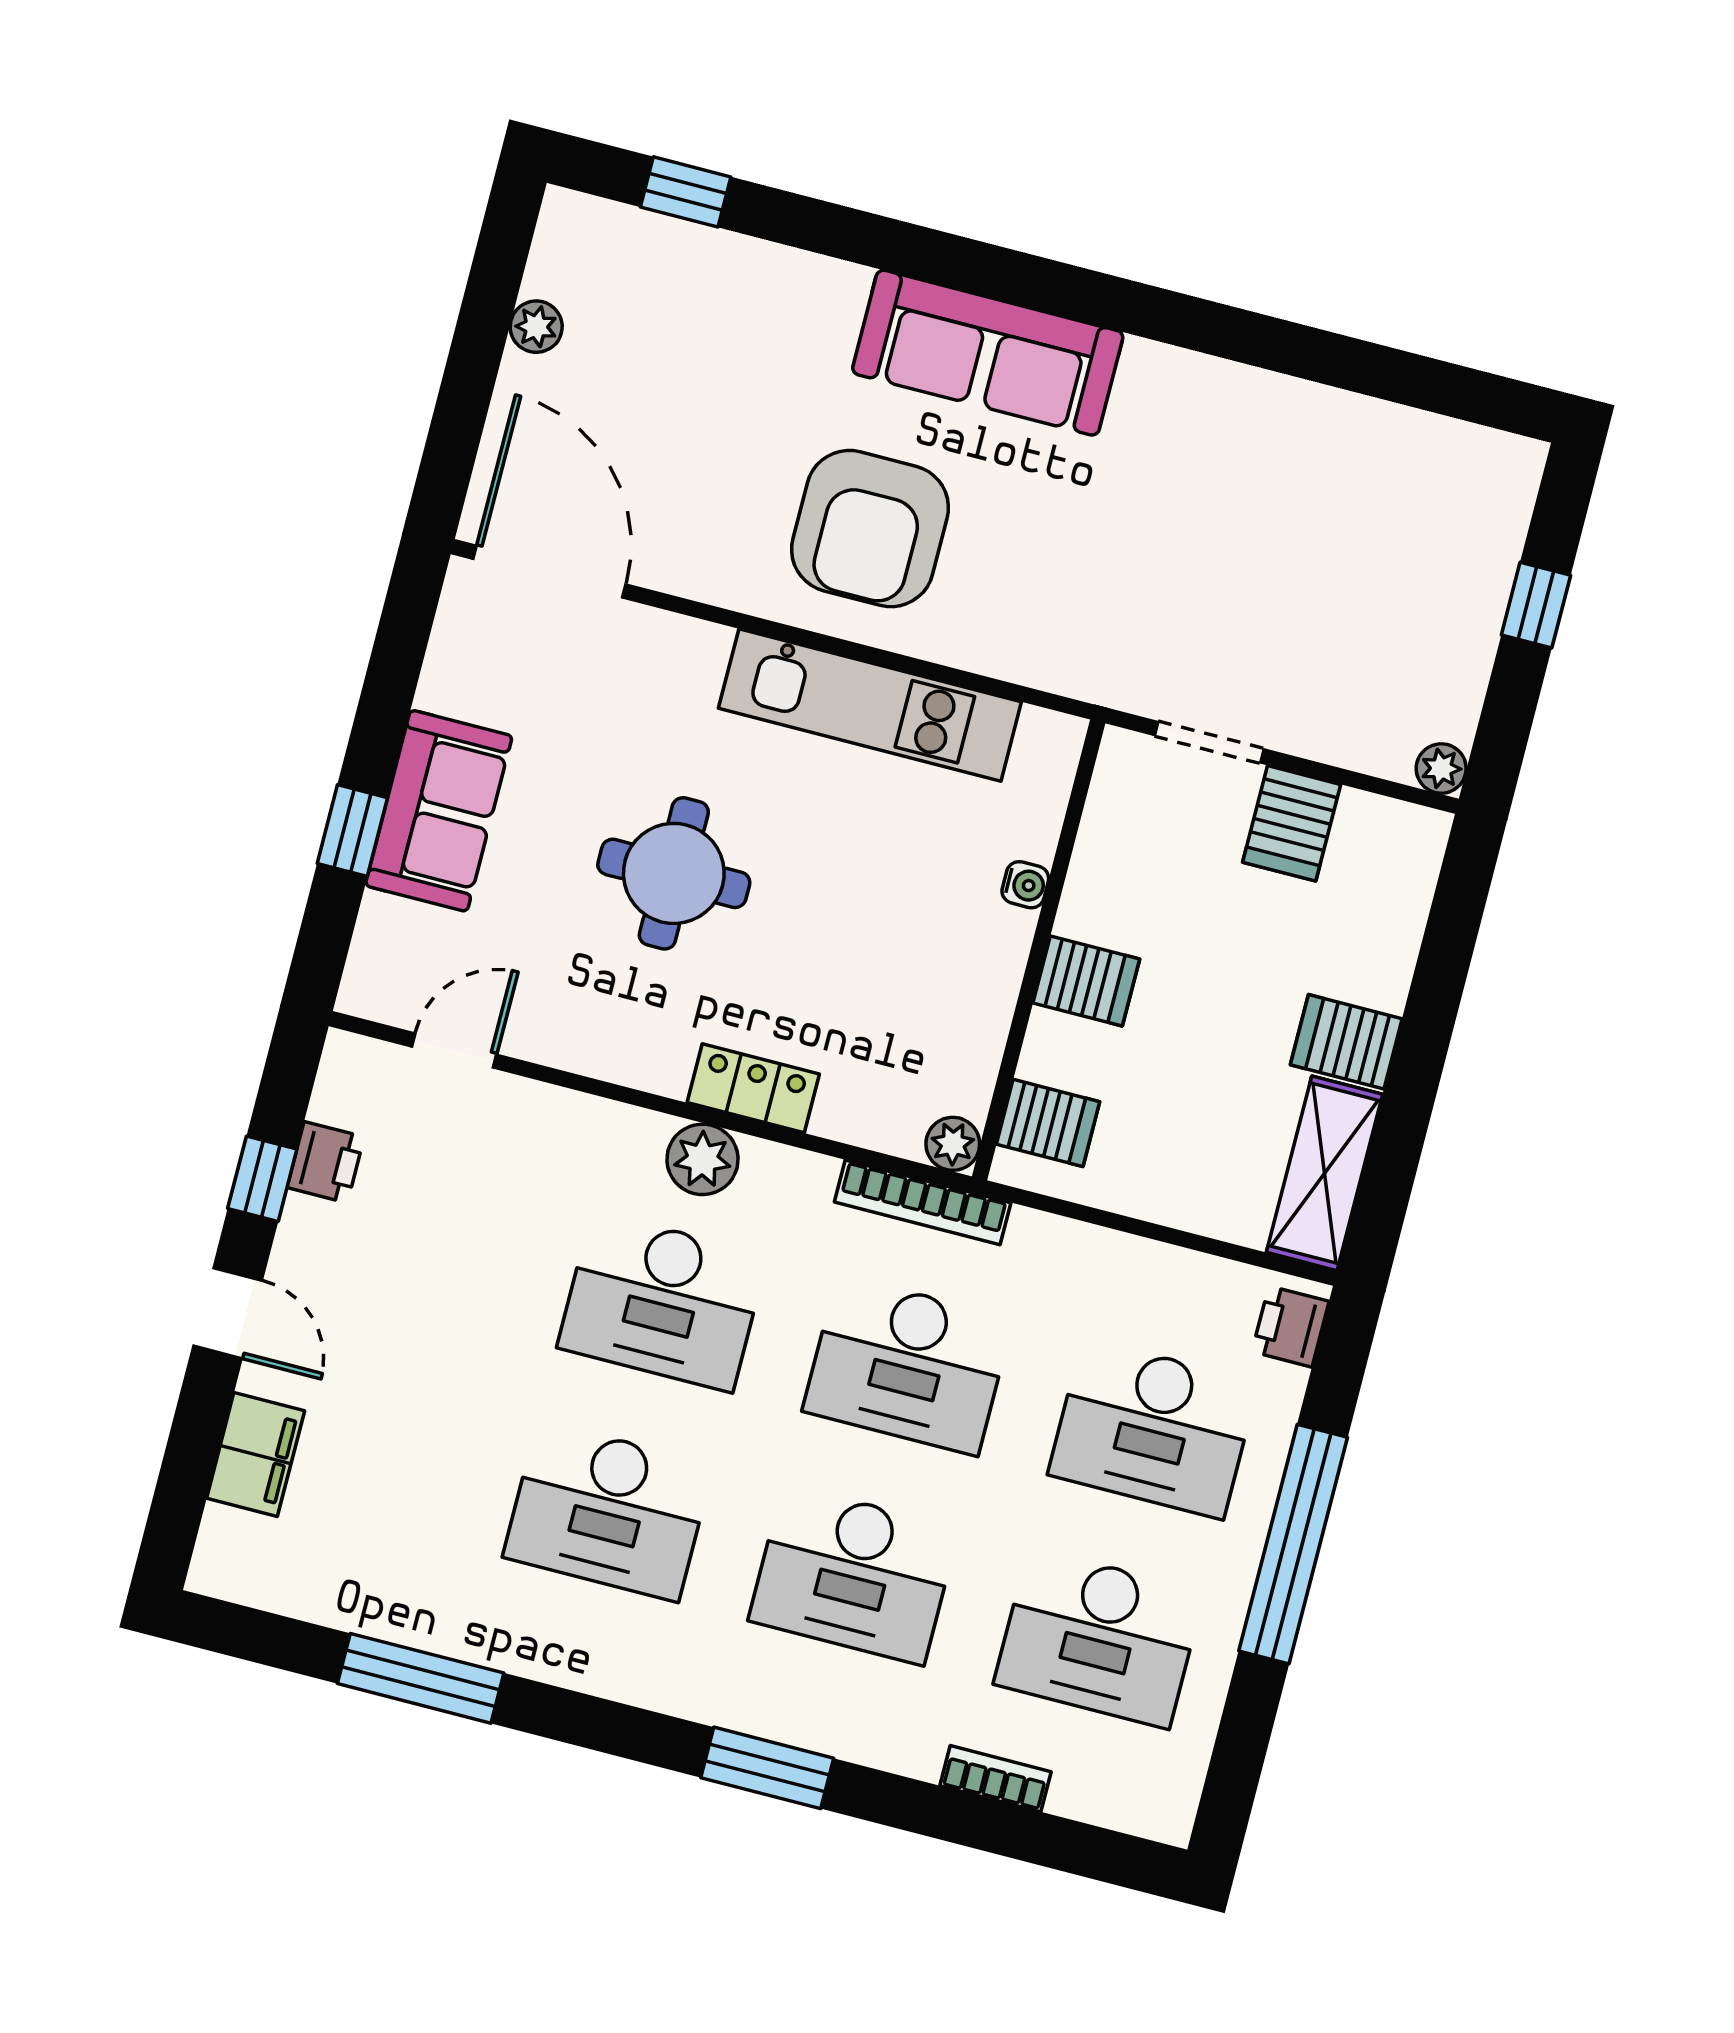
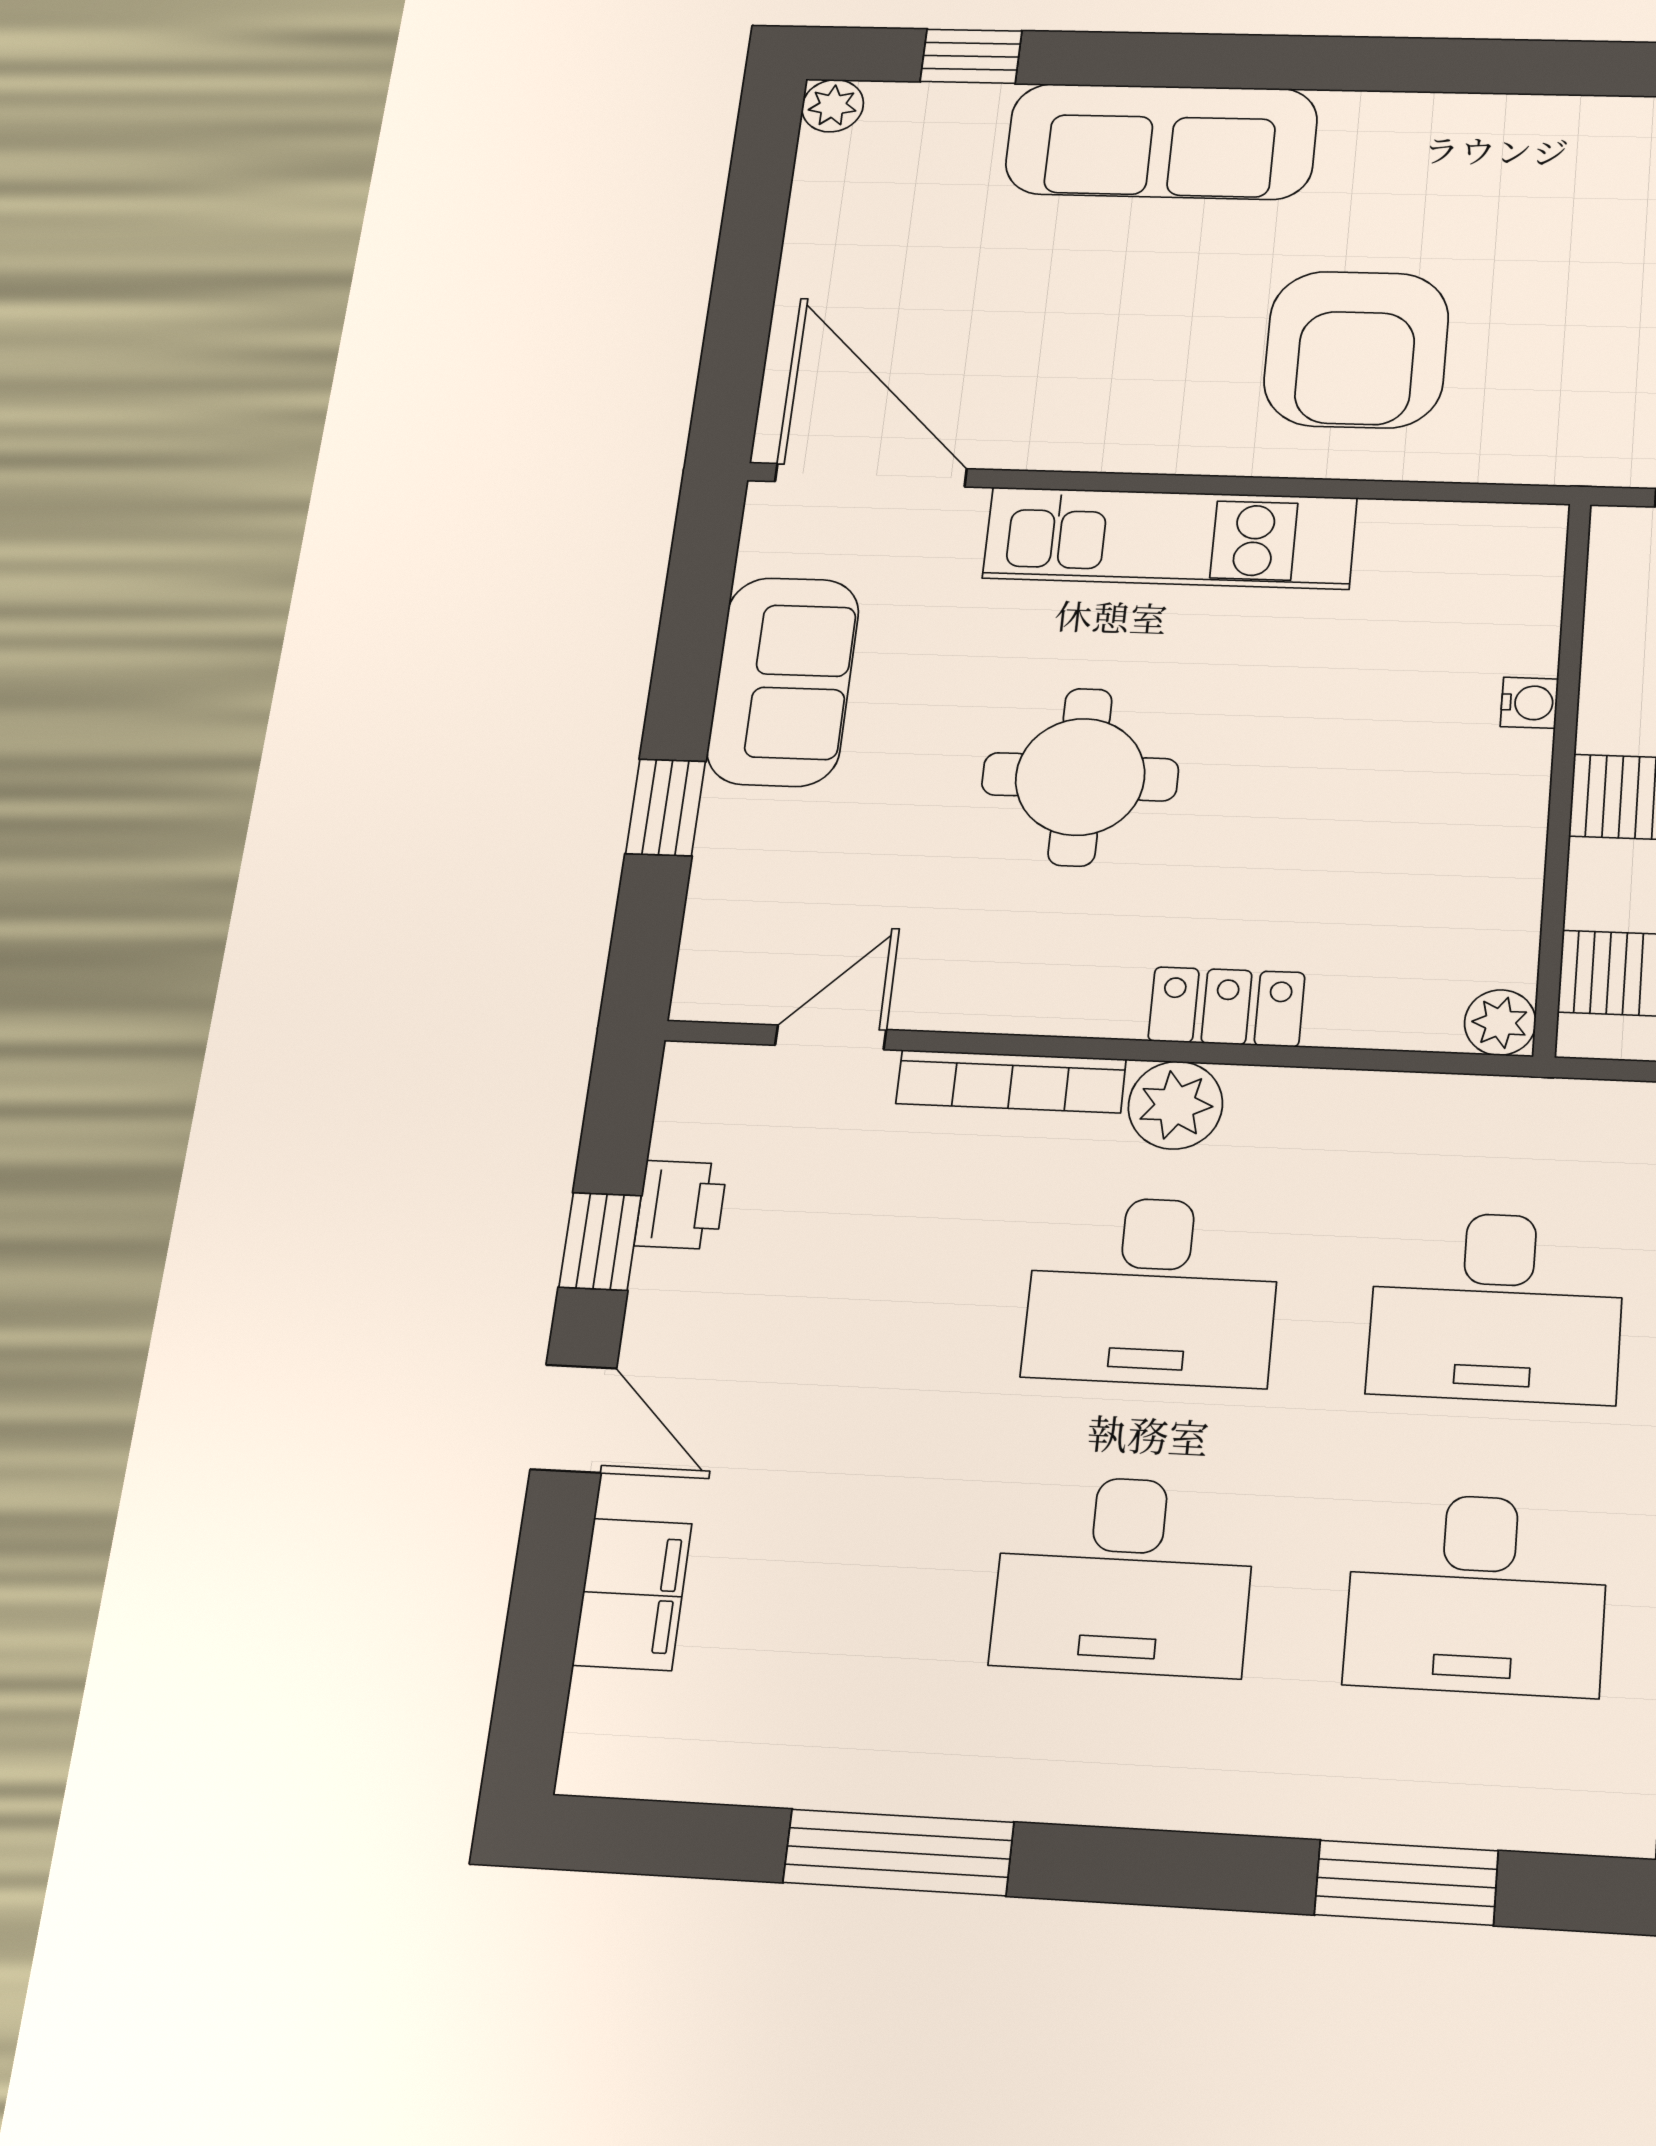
plant: (536, 327) -> (833, 106), moved
sofa: (988, 353) -> (1161, 141), moved
armchair: (870, 529) -> (1356, 349), moved
kitchen unit: (870, 705) -> (1170, 538), moved
sofa: (439, 811) -> (783, 681), moved
bookcase: (923, 1202) -> (1011, 1081), moved

